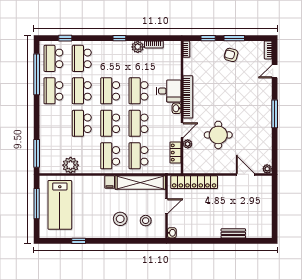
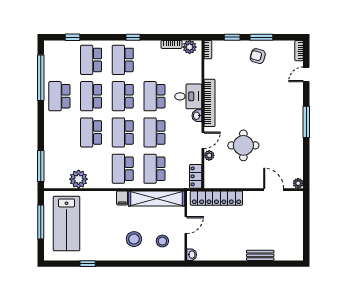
plant: (138, 47) -> (190, 47), moved
school desk: (53, 58) -> (123, 60), moved
locker: (175, 153) -> (196, 176), moved

